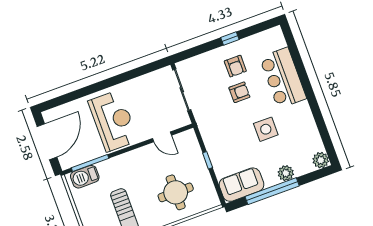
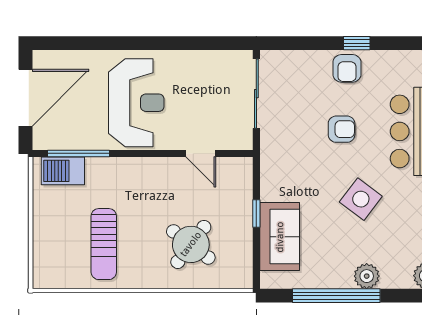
armchair: (235, 66) -> (347, 68), moved
side table: (266, 129) -> (361, 199), turned 37
sofa: (242, 185) -> (280, 237), moved, turned 90
round table: (176, 192) -> (191, 244), turned 37

